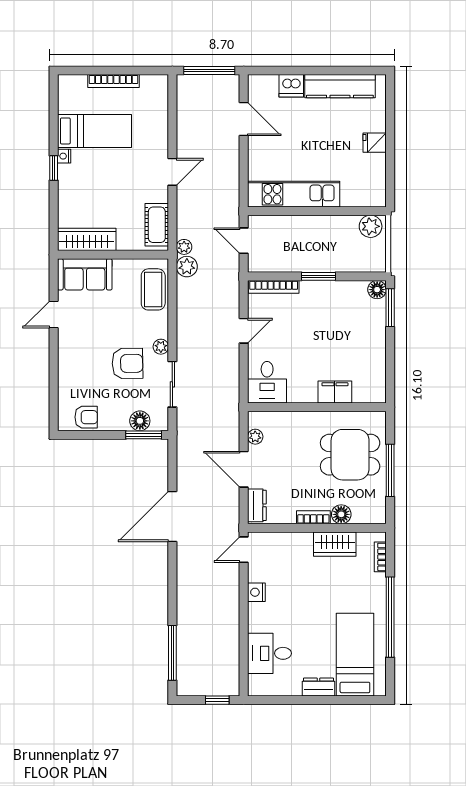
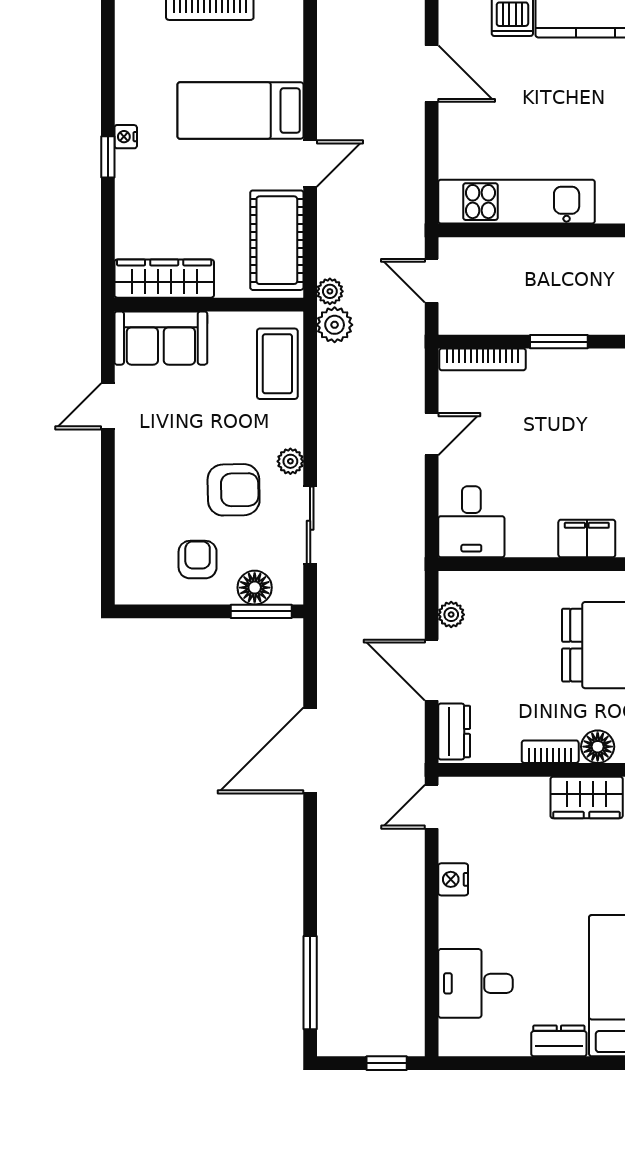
bed: (95, 131) -> (240, 111), moved, turned 180
cot: (157, 225) -> (277, 240), width x1.37, depth x1.34
armchair: (86, 417) -> (198, 560), moved, turned -90

